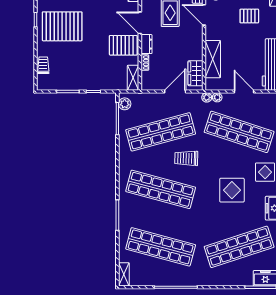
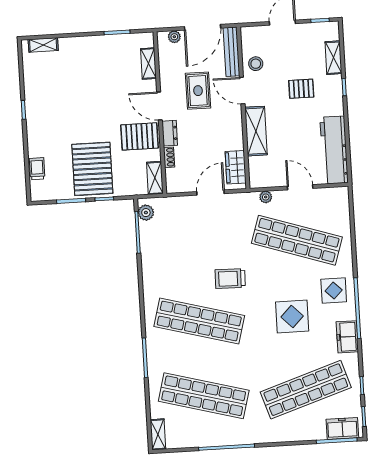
pallet: (62, 26) -> (92, 169), moved, turned 90
shelving: (213, 59) -> (256, 131), moved
plant: (207, 97) -> (252, 198), removed
shop shelf: (161, 132) -> (195, 246), removed

